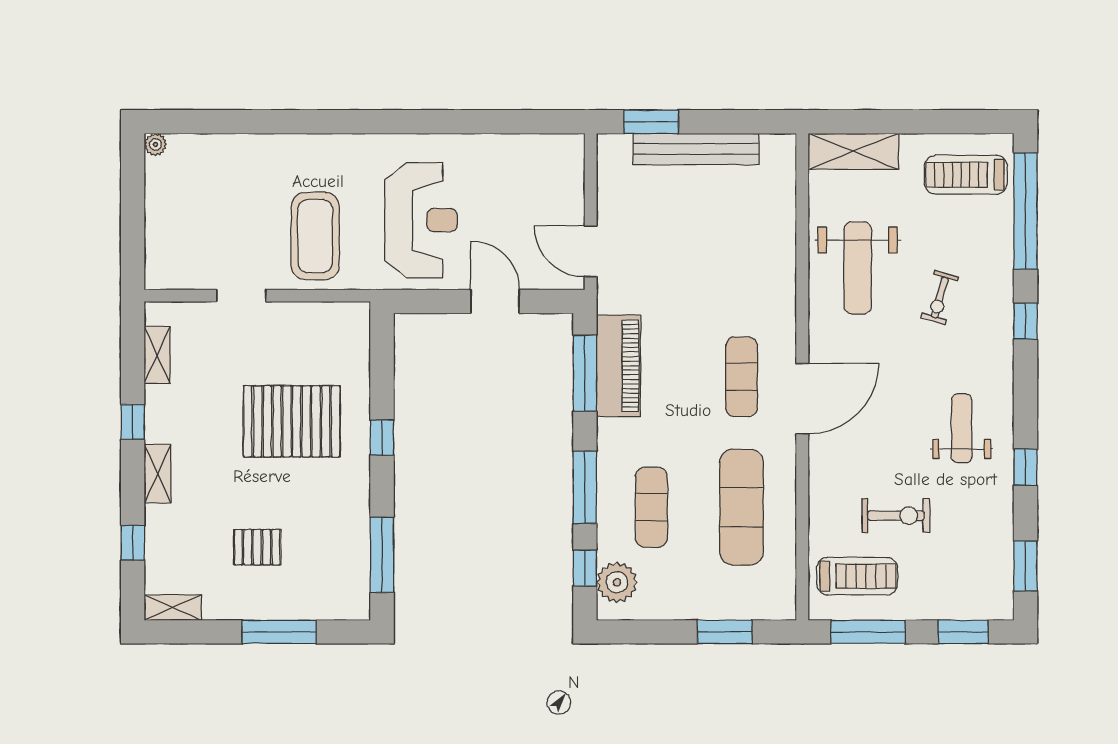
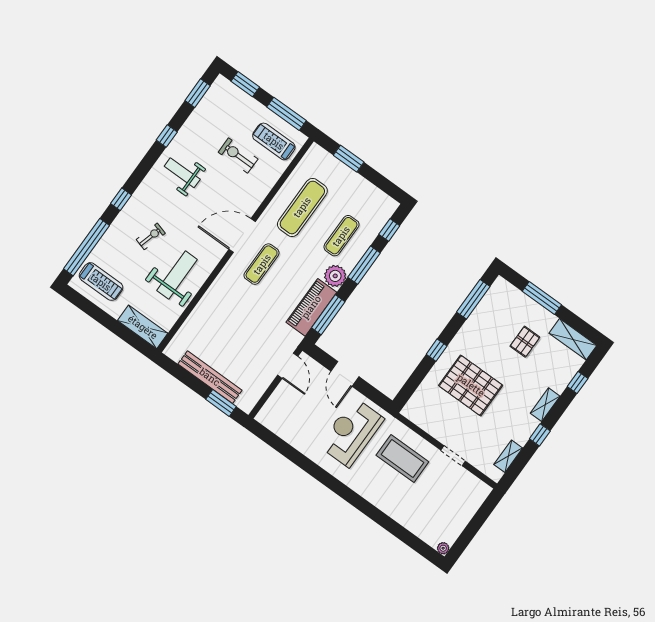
coffee table: (315, 236) -> (402, 458), turned 90
weight bench: (962, 428) -> (182, 173), turned 90
pallet: (257, 547) -> (525, 342), turned 90
plant: (617, 582) -> (335, 276), moved
shelving: (173, 607) -> (573, 339), width x1.50, depth x1.33

